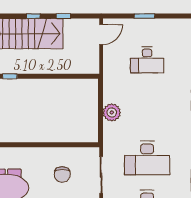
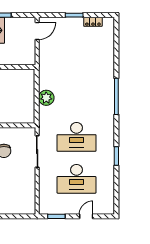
locker: (166, 24) -> (93, 22), added
desk: (147, 60) -> (77, 53), removed

